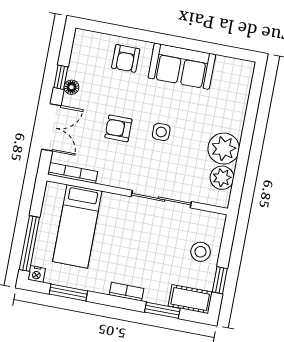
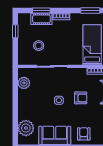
plant: (224, 149) -> (26, 128), moved
stool: (201, 252) -> (39, 46), moved
cot: (190, 299) -> (41, 19), moved

